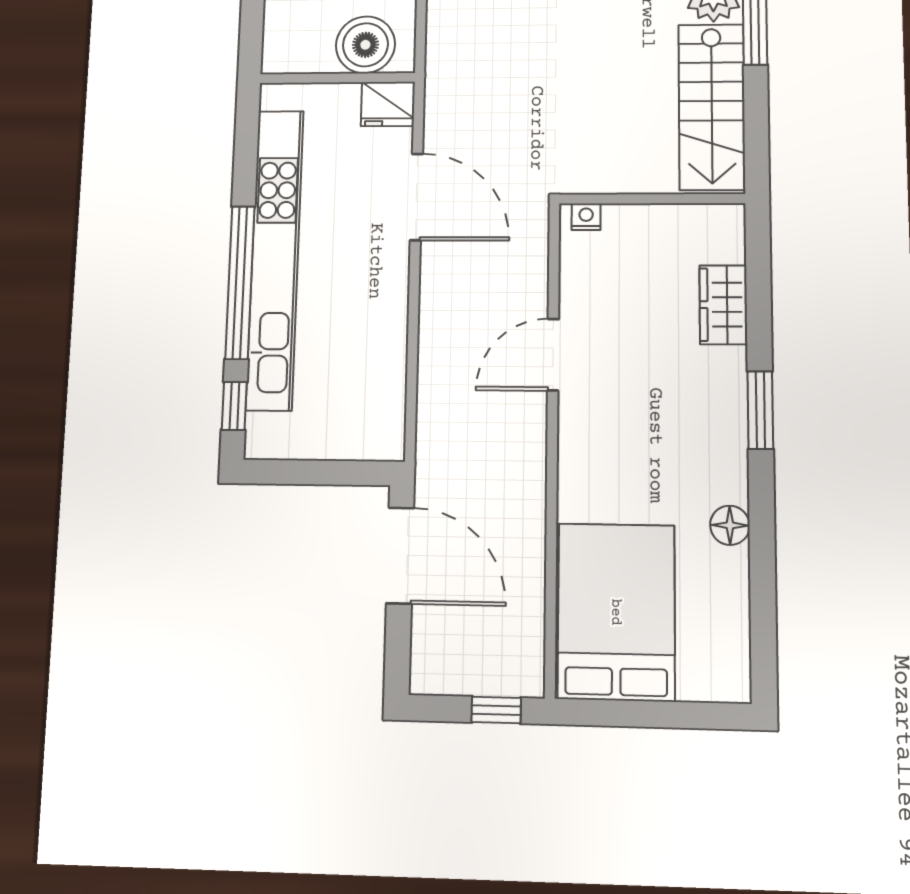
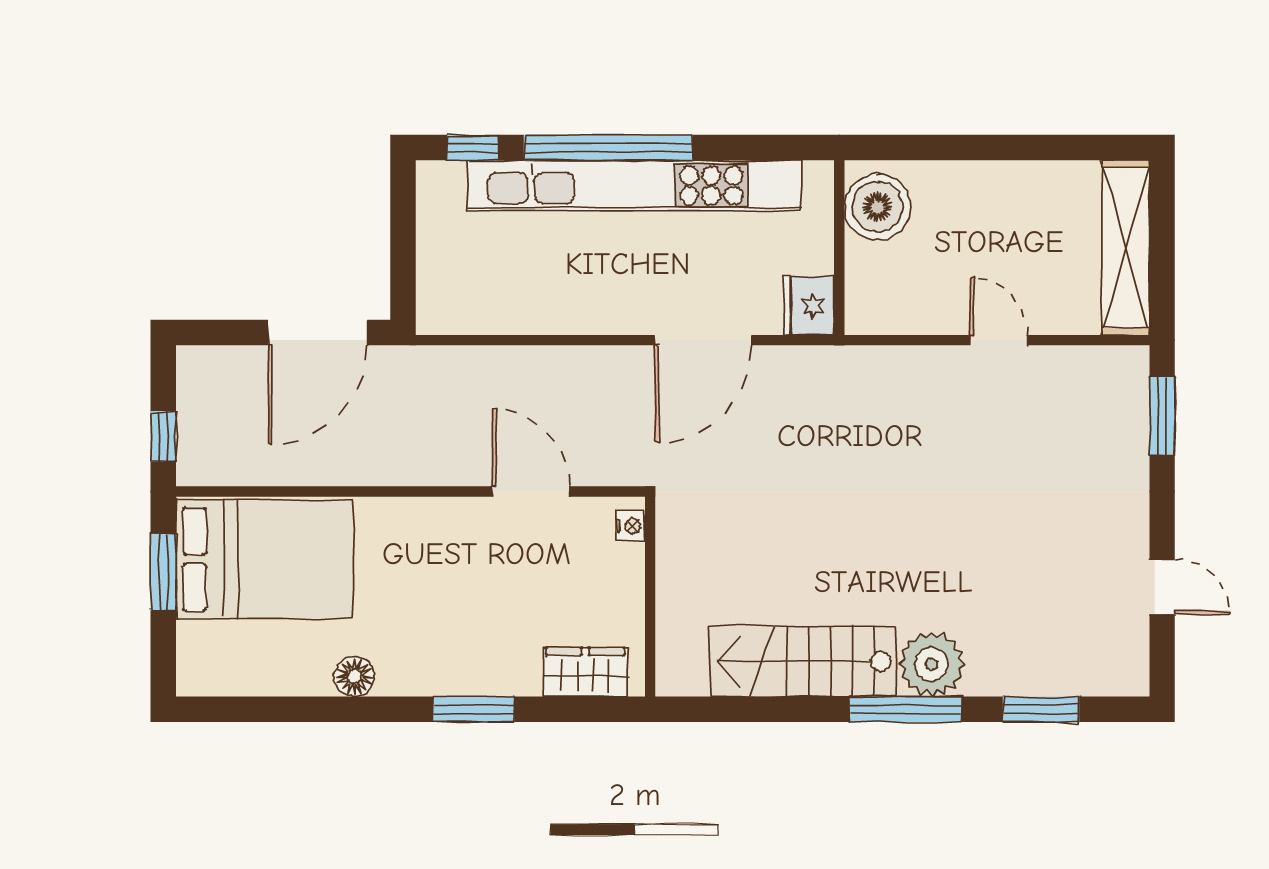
boiler: (365, 45) -> (877, 207), moved
wall: (652, 199) -> (650, 597), moved
nightstand: (586, 217) -> (630, 526), moved
window: (629, 714) -> (163, 572), added

